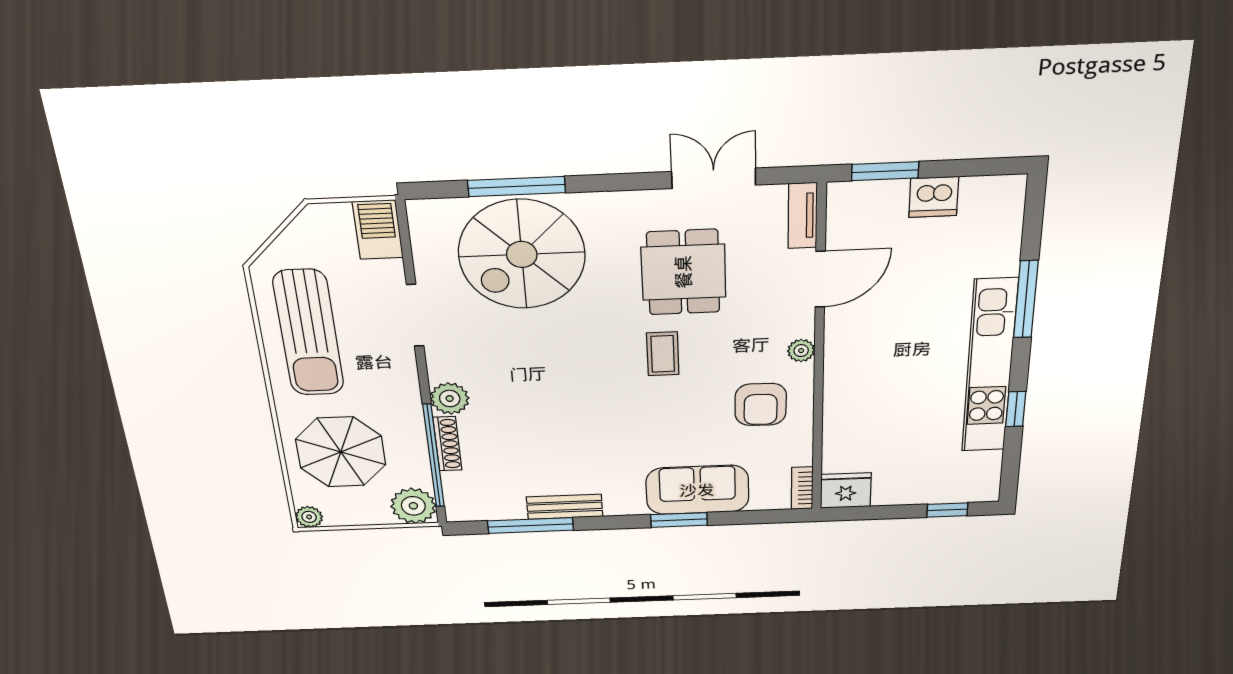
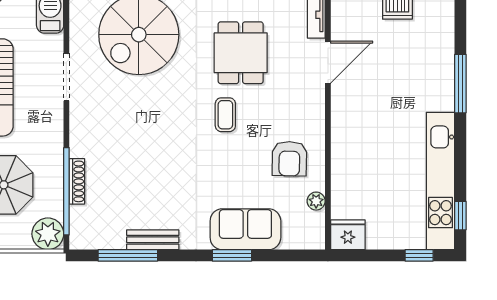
plant: (801, 351) -> (316, 201), moved
kitchen unit: (990, 367) -> (441, 181), moved
plant: (450, 399) -> (82, 144), removed
window: (1016, 409) -> (460, 216), moved
bookcase: (802, 488) -> (318, 231), removed

